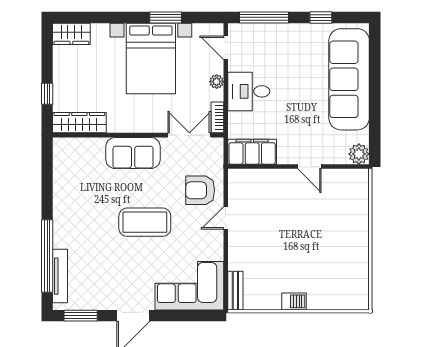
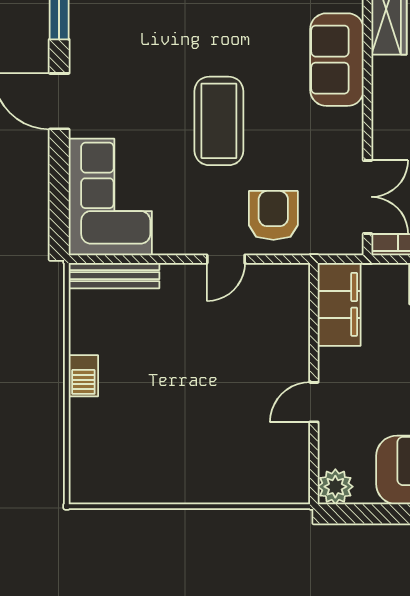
sofa: (133, 153) -> (337, 60), moved
door: (226, 218) -> (226, 259), swing flipped
bench: (235, 291) -> (114, 276), width x1.36

